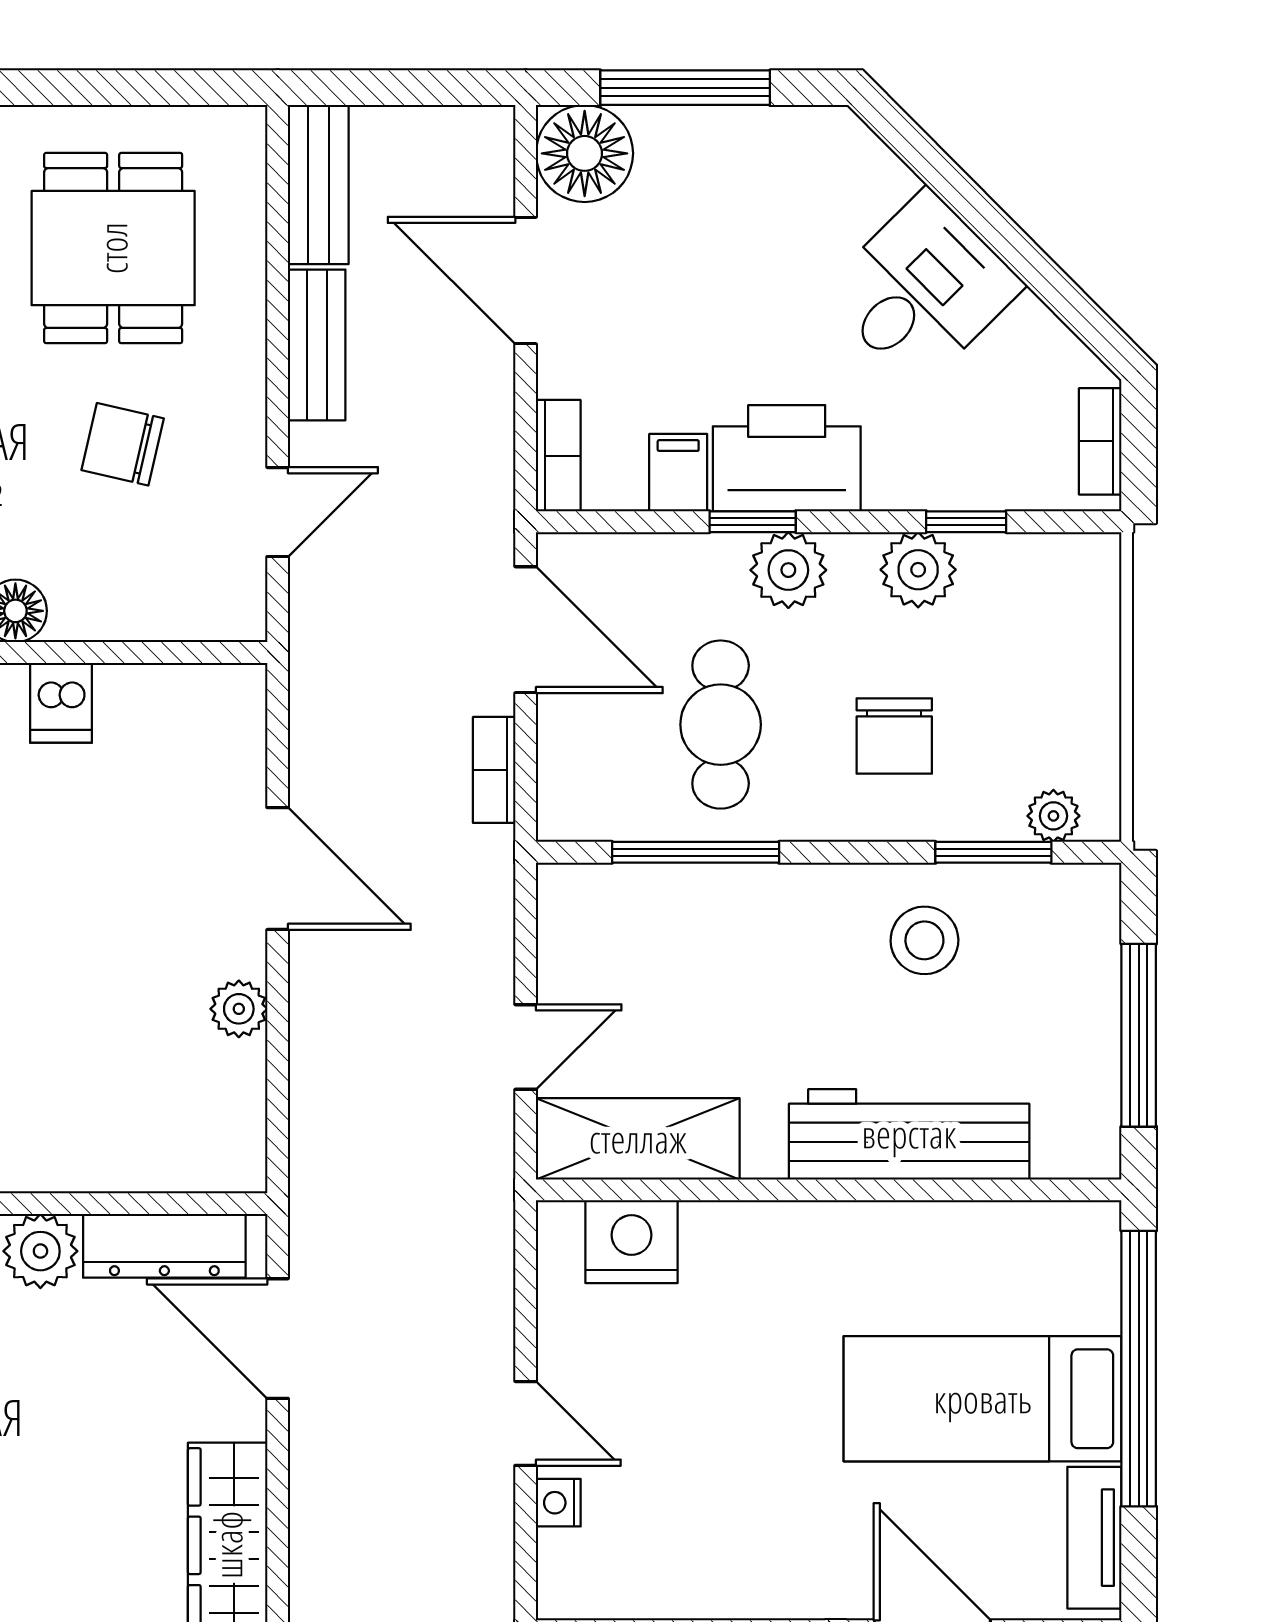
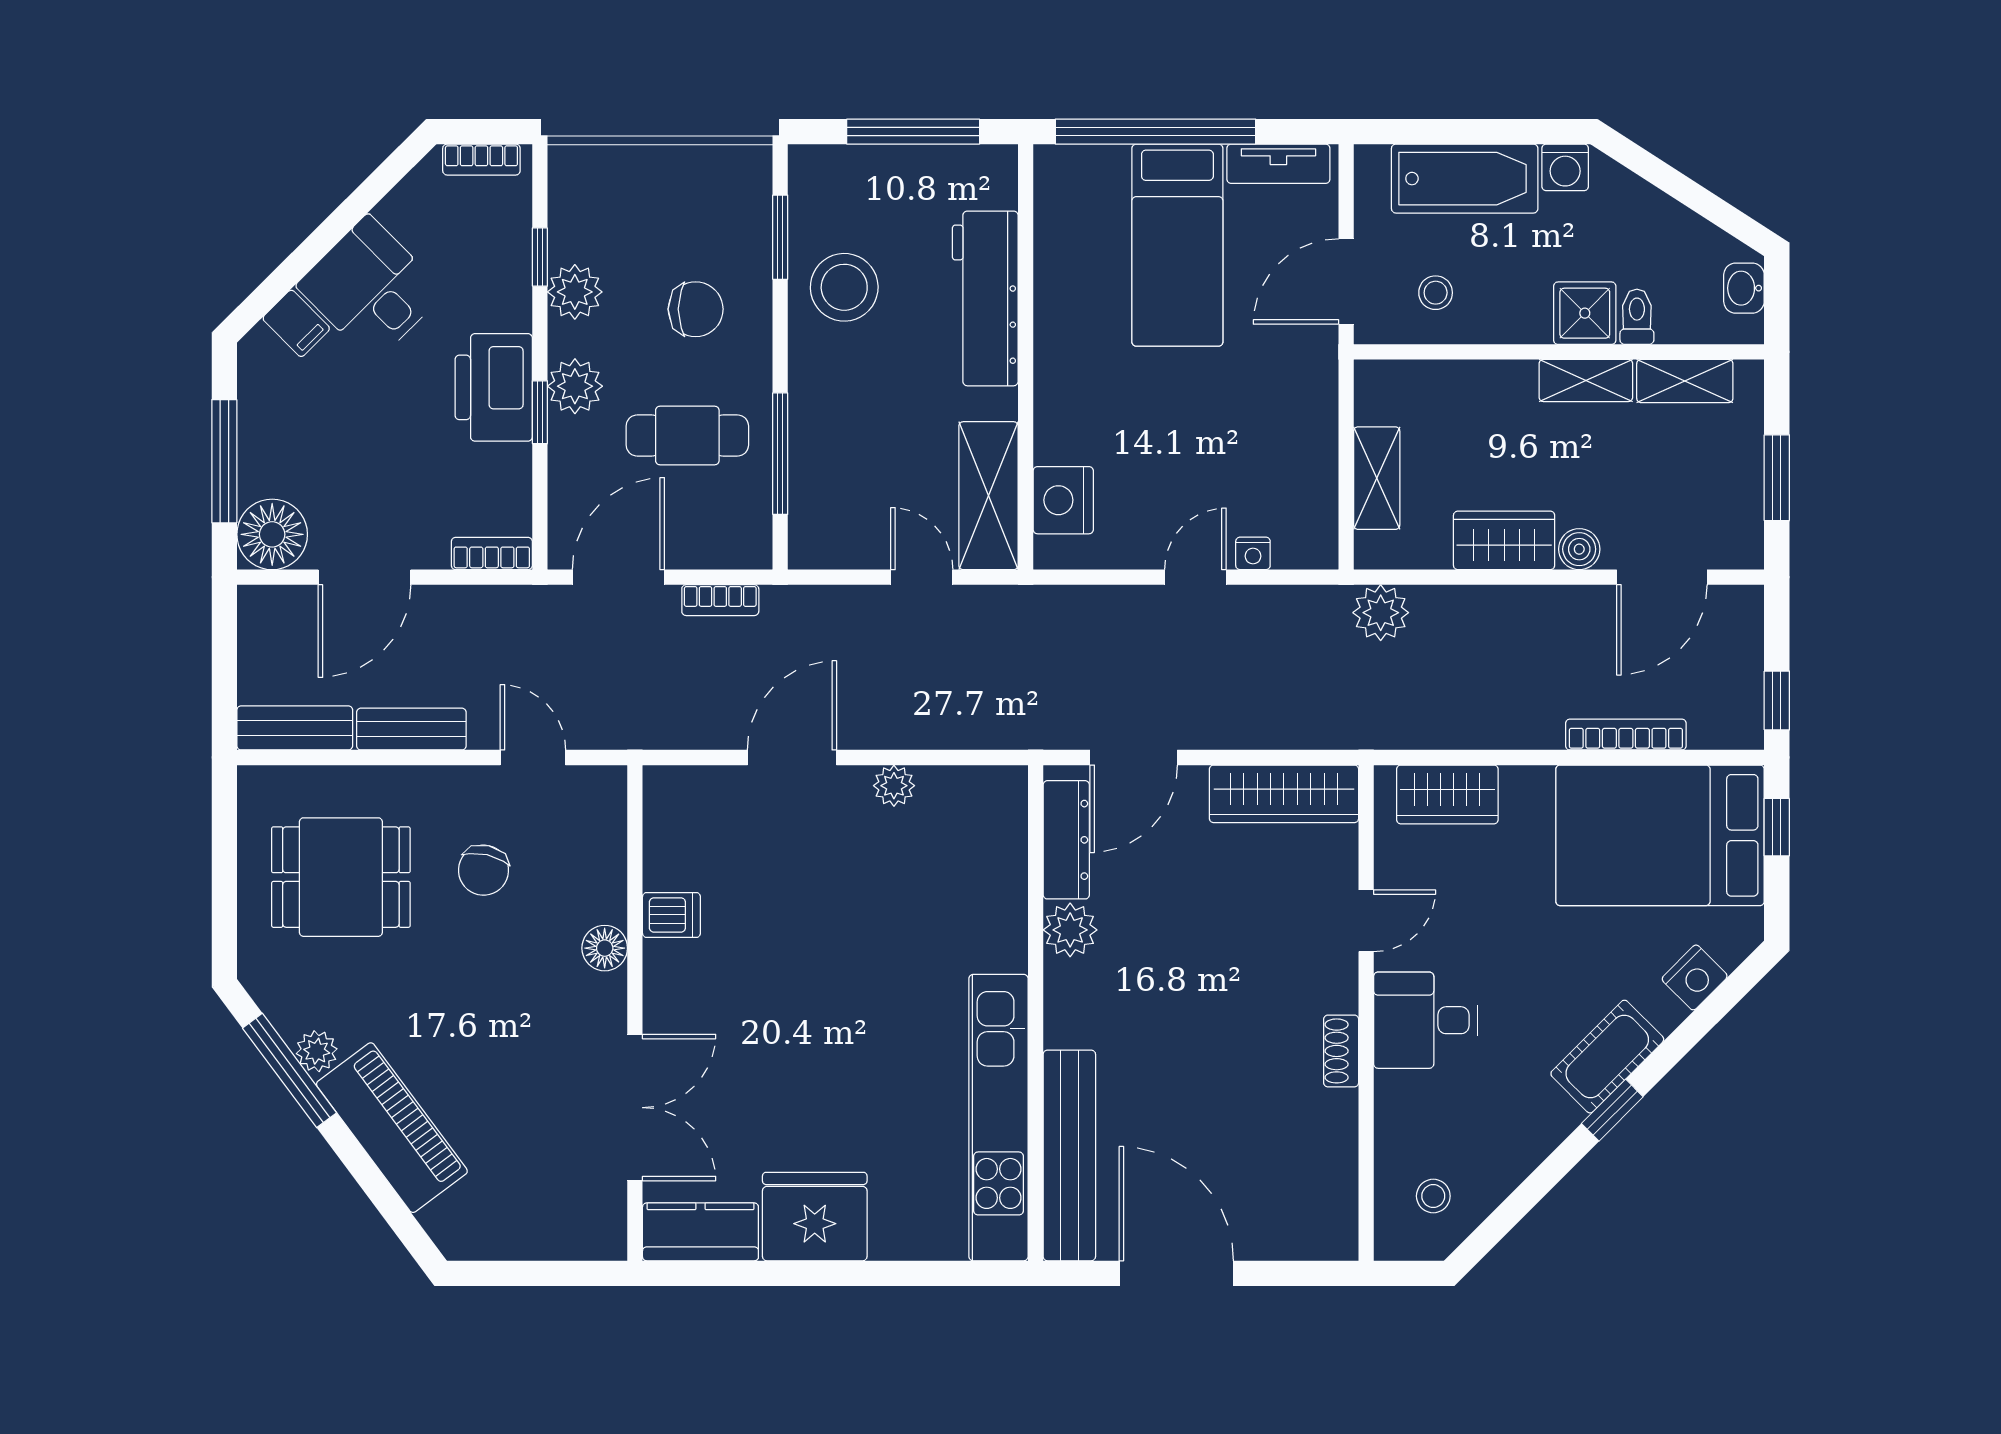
filing cabinet: (678, 473) -> (296, 323), moved, turned -135
plant: (1053, 816) -> (754, 194), removed
stool: (924, 940) -> (844, 287), width x1.38, depth x1.38

